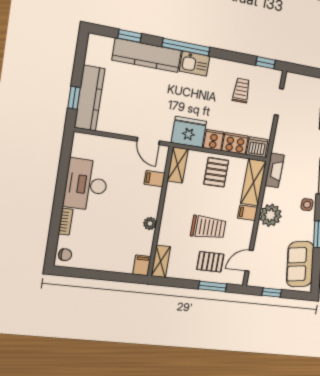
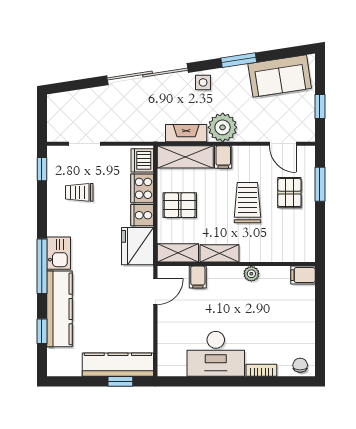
fireplace: (274, 170) -> (186, 133), moved
shelving: (161, 261) -> (219, 253), moved

